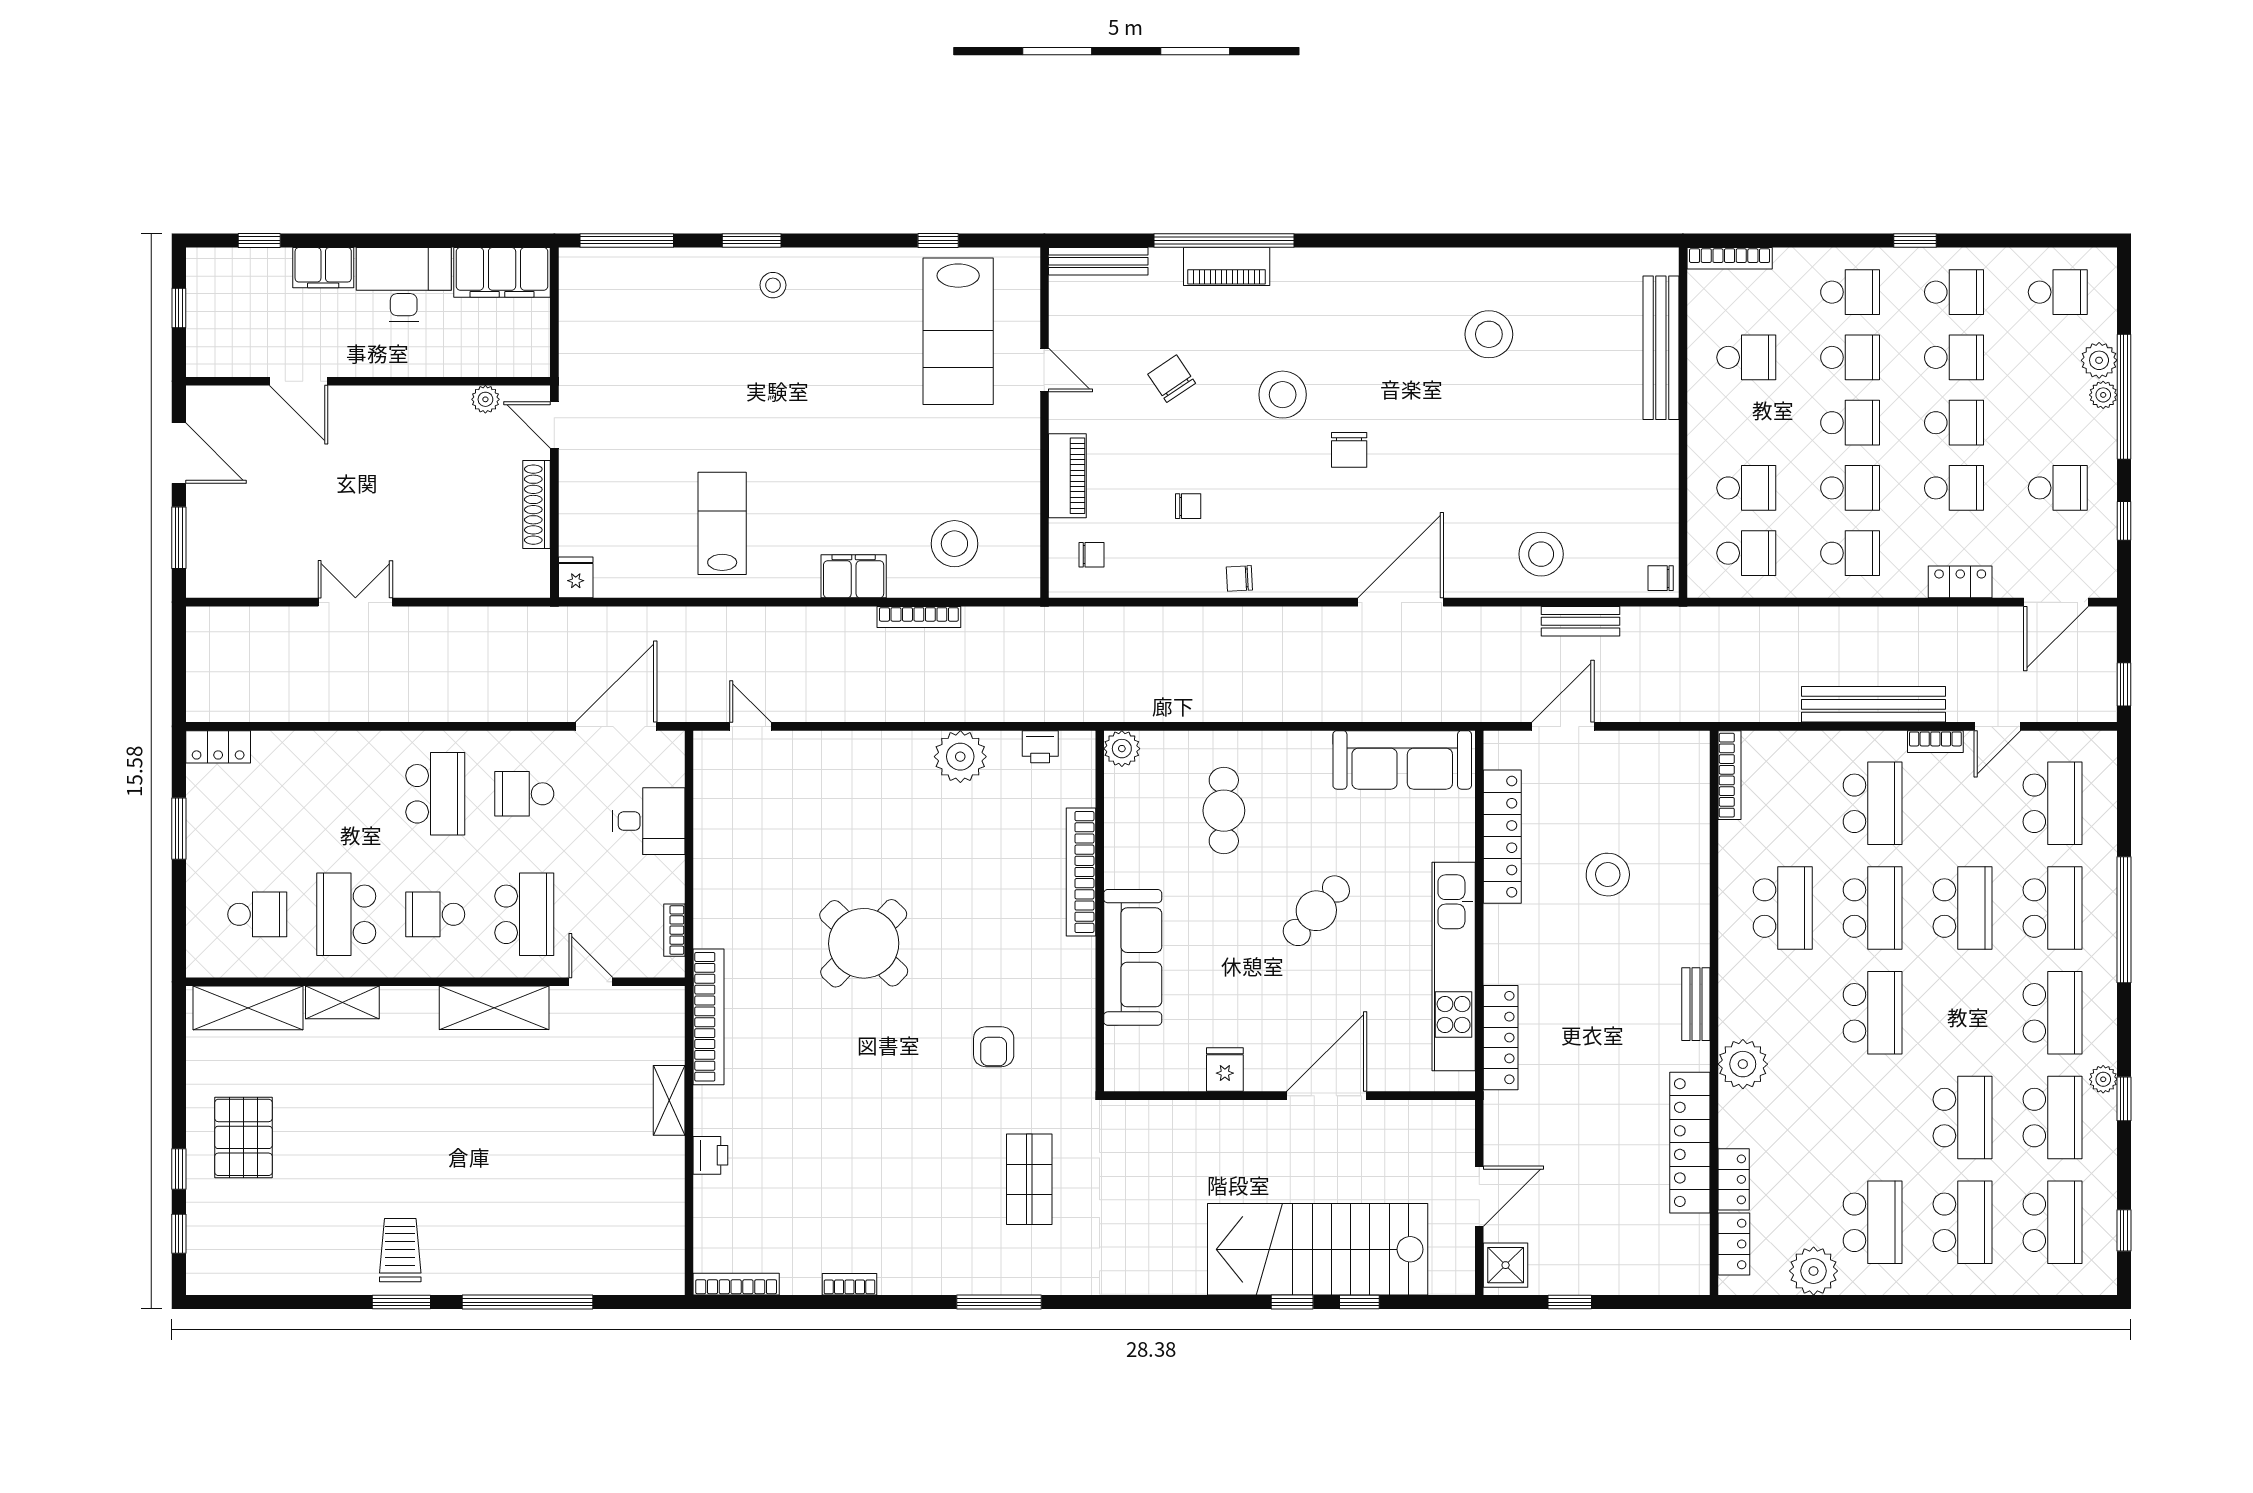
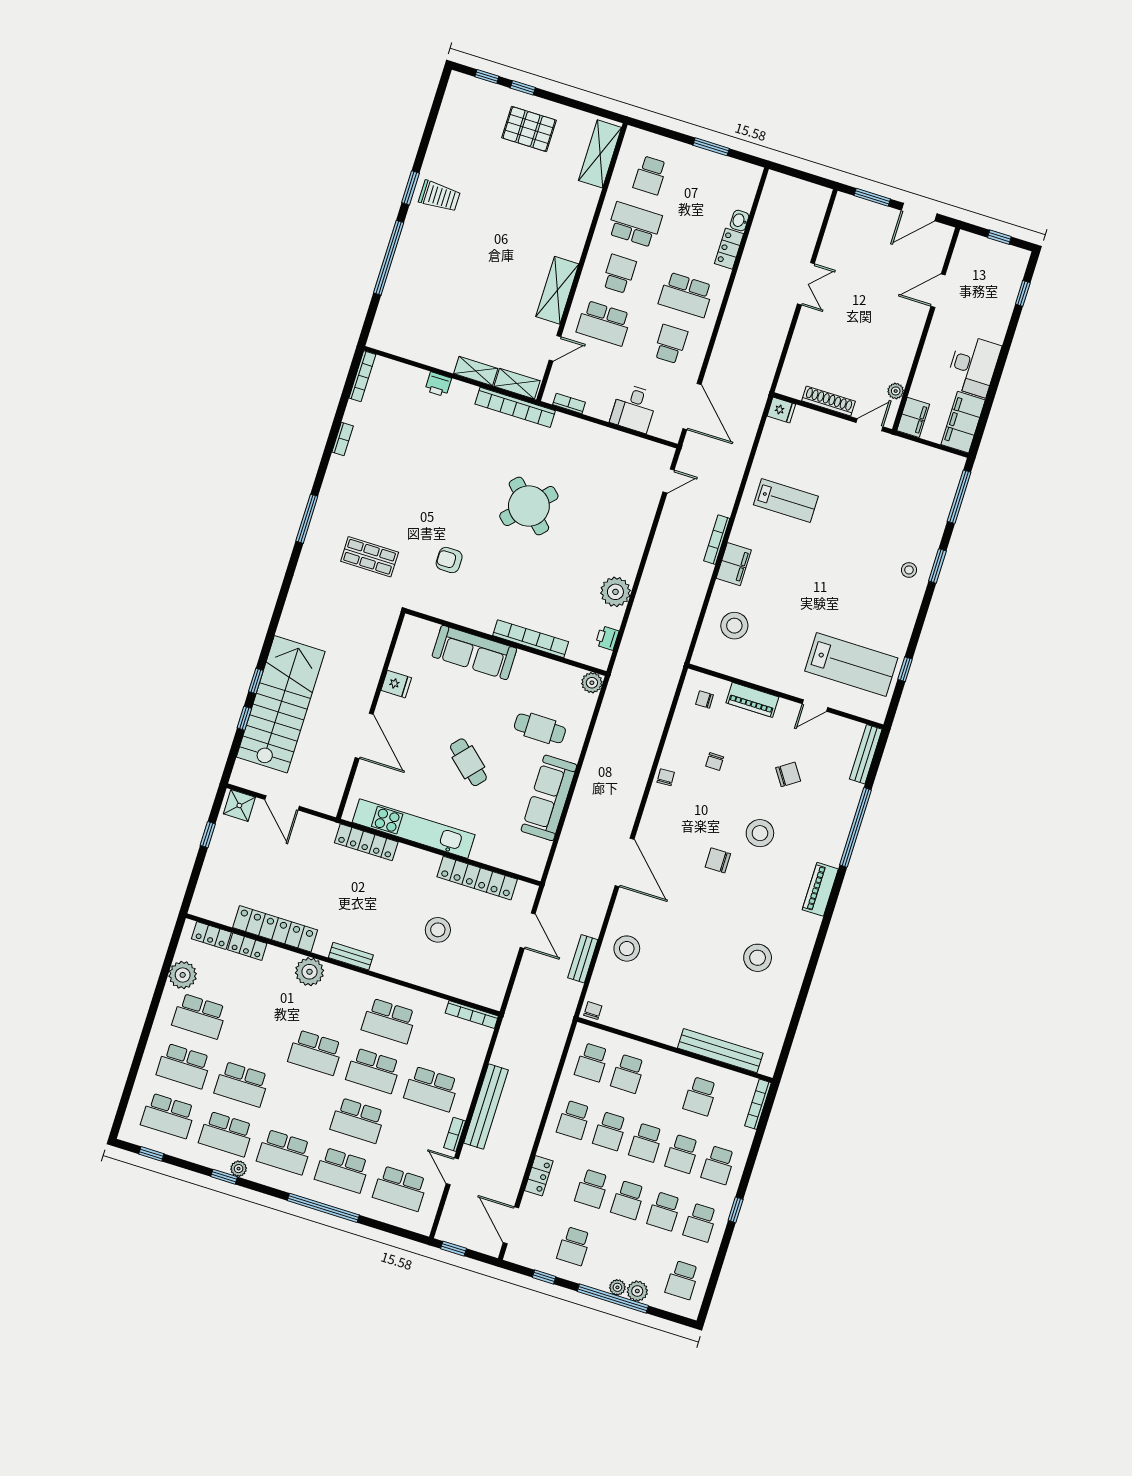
piano: (1227, 267) -> (820, 889), moved
filing cabinet: (323, 268) -> (913, 417), moved, turned 180
lab bench: (958, 331) -> (851, 664), turned 180
chair: (1091, 555) -> (704, 700), turned 89
bookcase: (919, 617) -> (717, 540), moved
washbasin: (286, 744) -> (740, 221), added
locker: (218, 747) -> (729, 249), moved
sofa: (1402, 760) -> (549, 798), moved
shelving: (342, 1002) -> (517, 384), moved, turned 90

